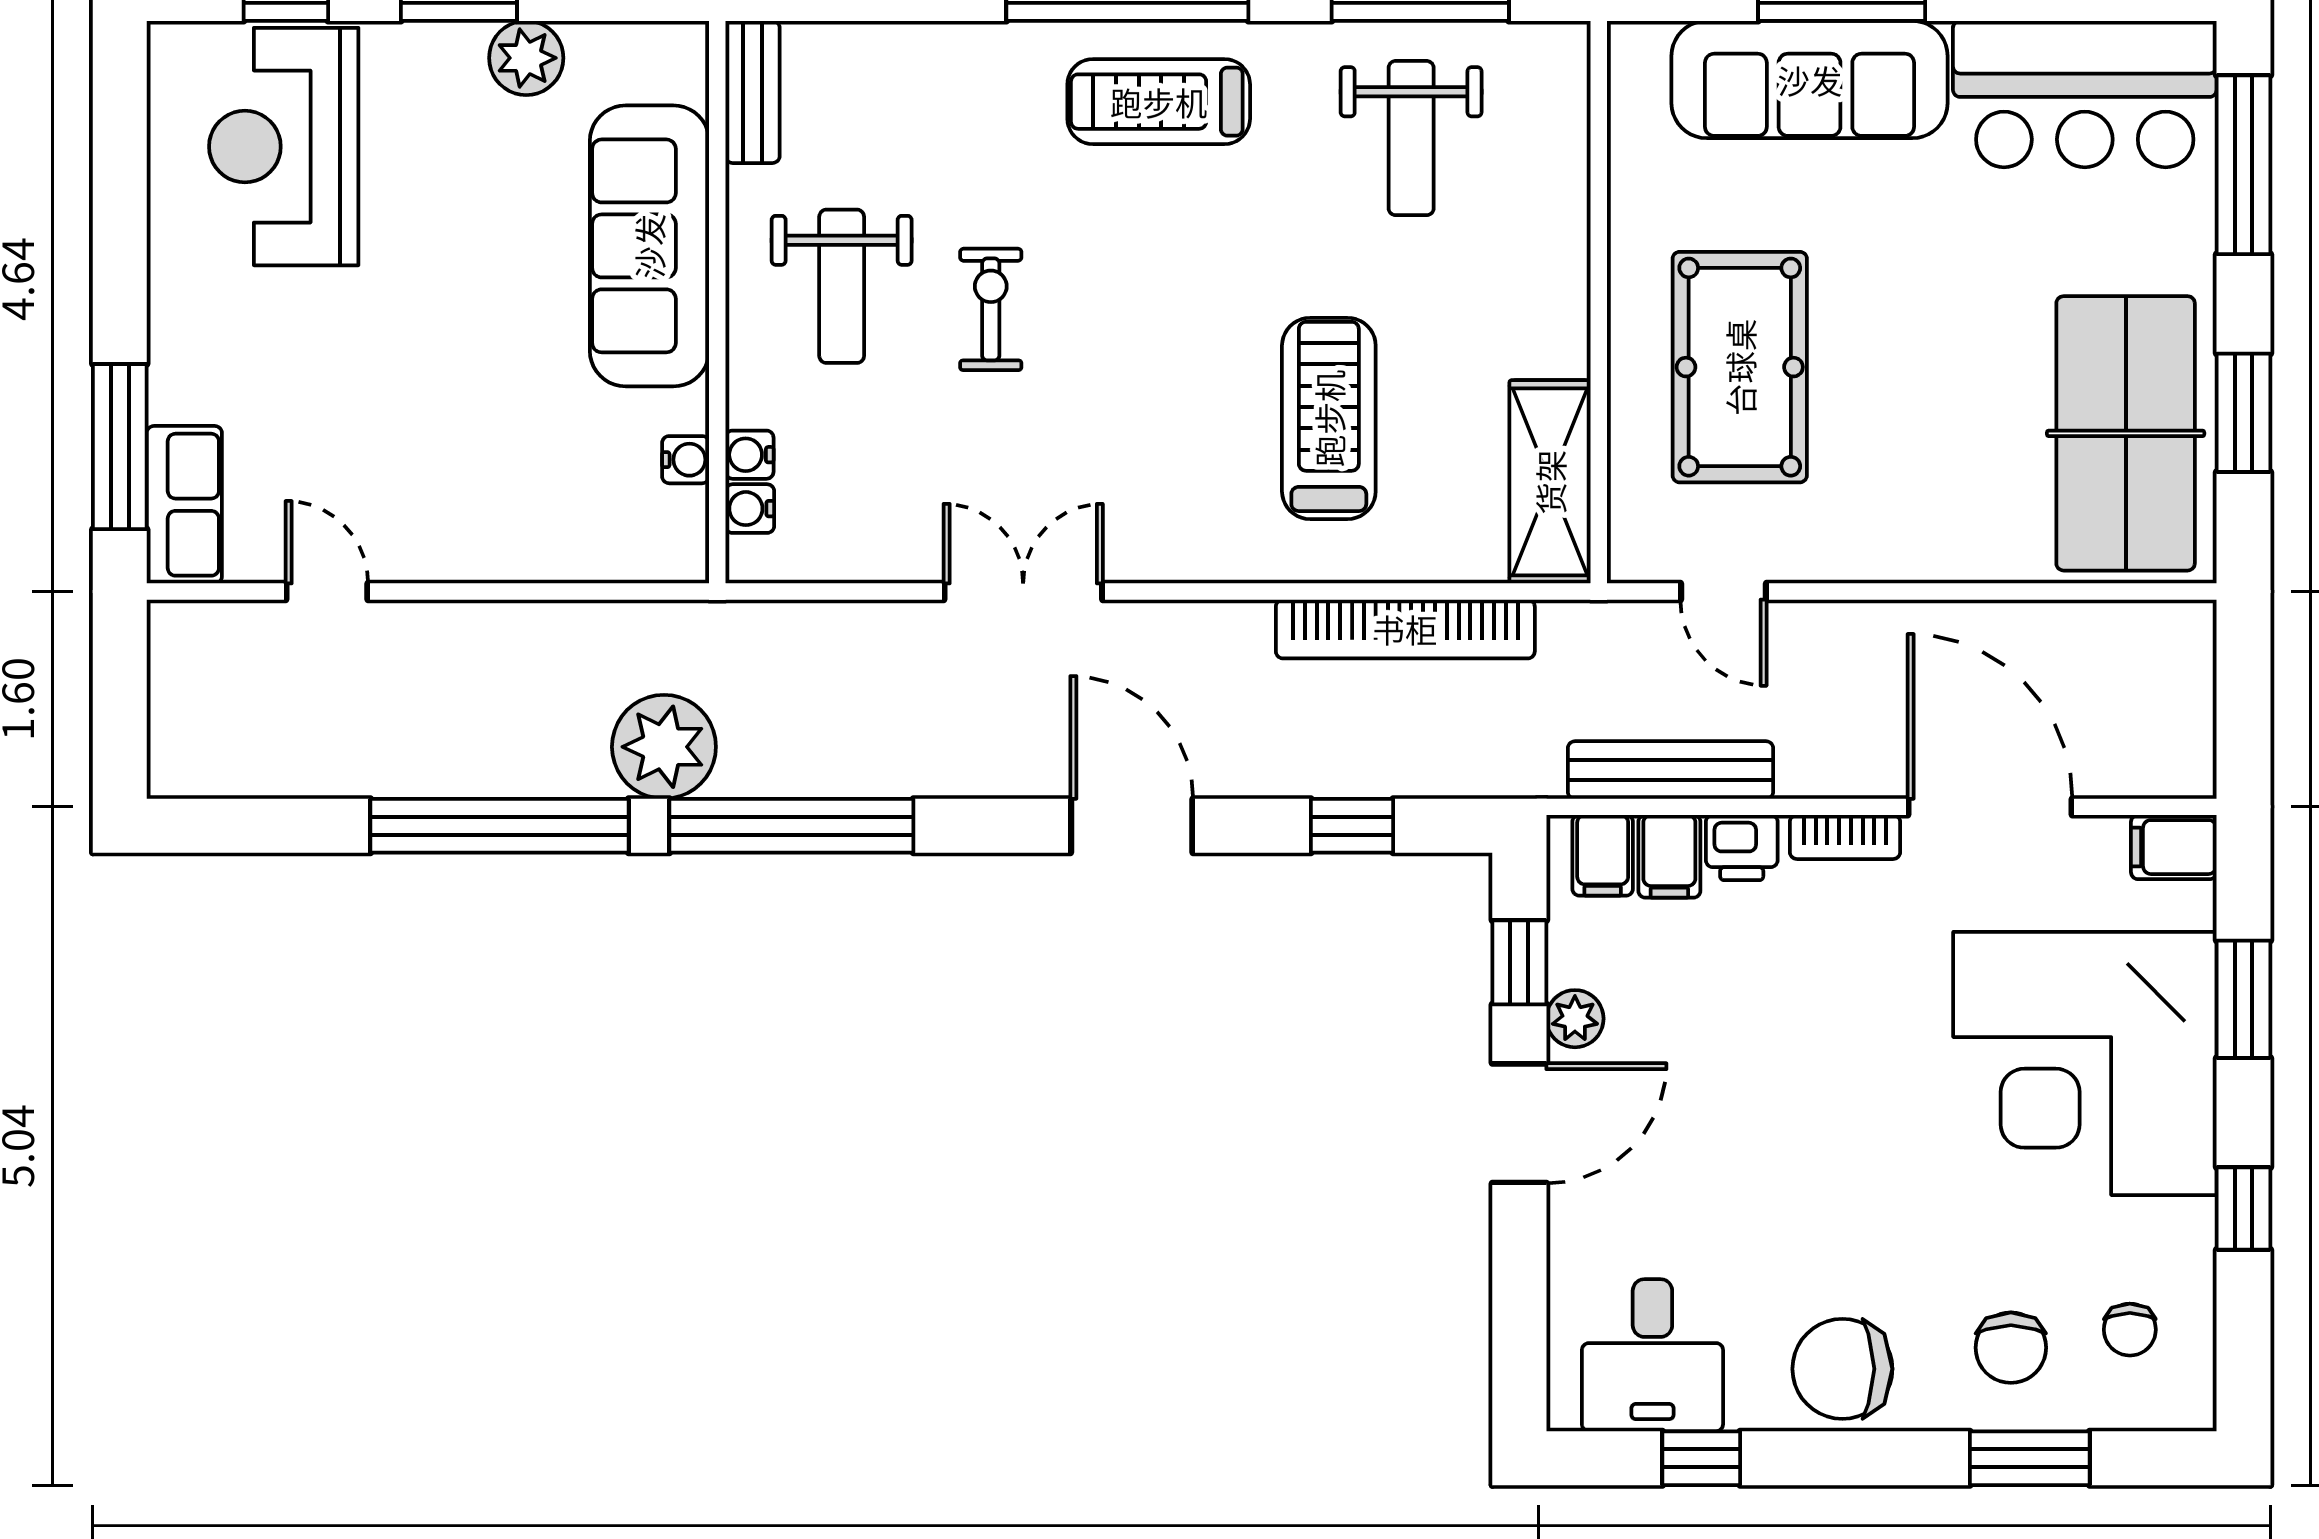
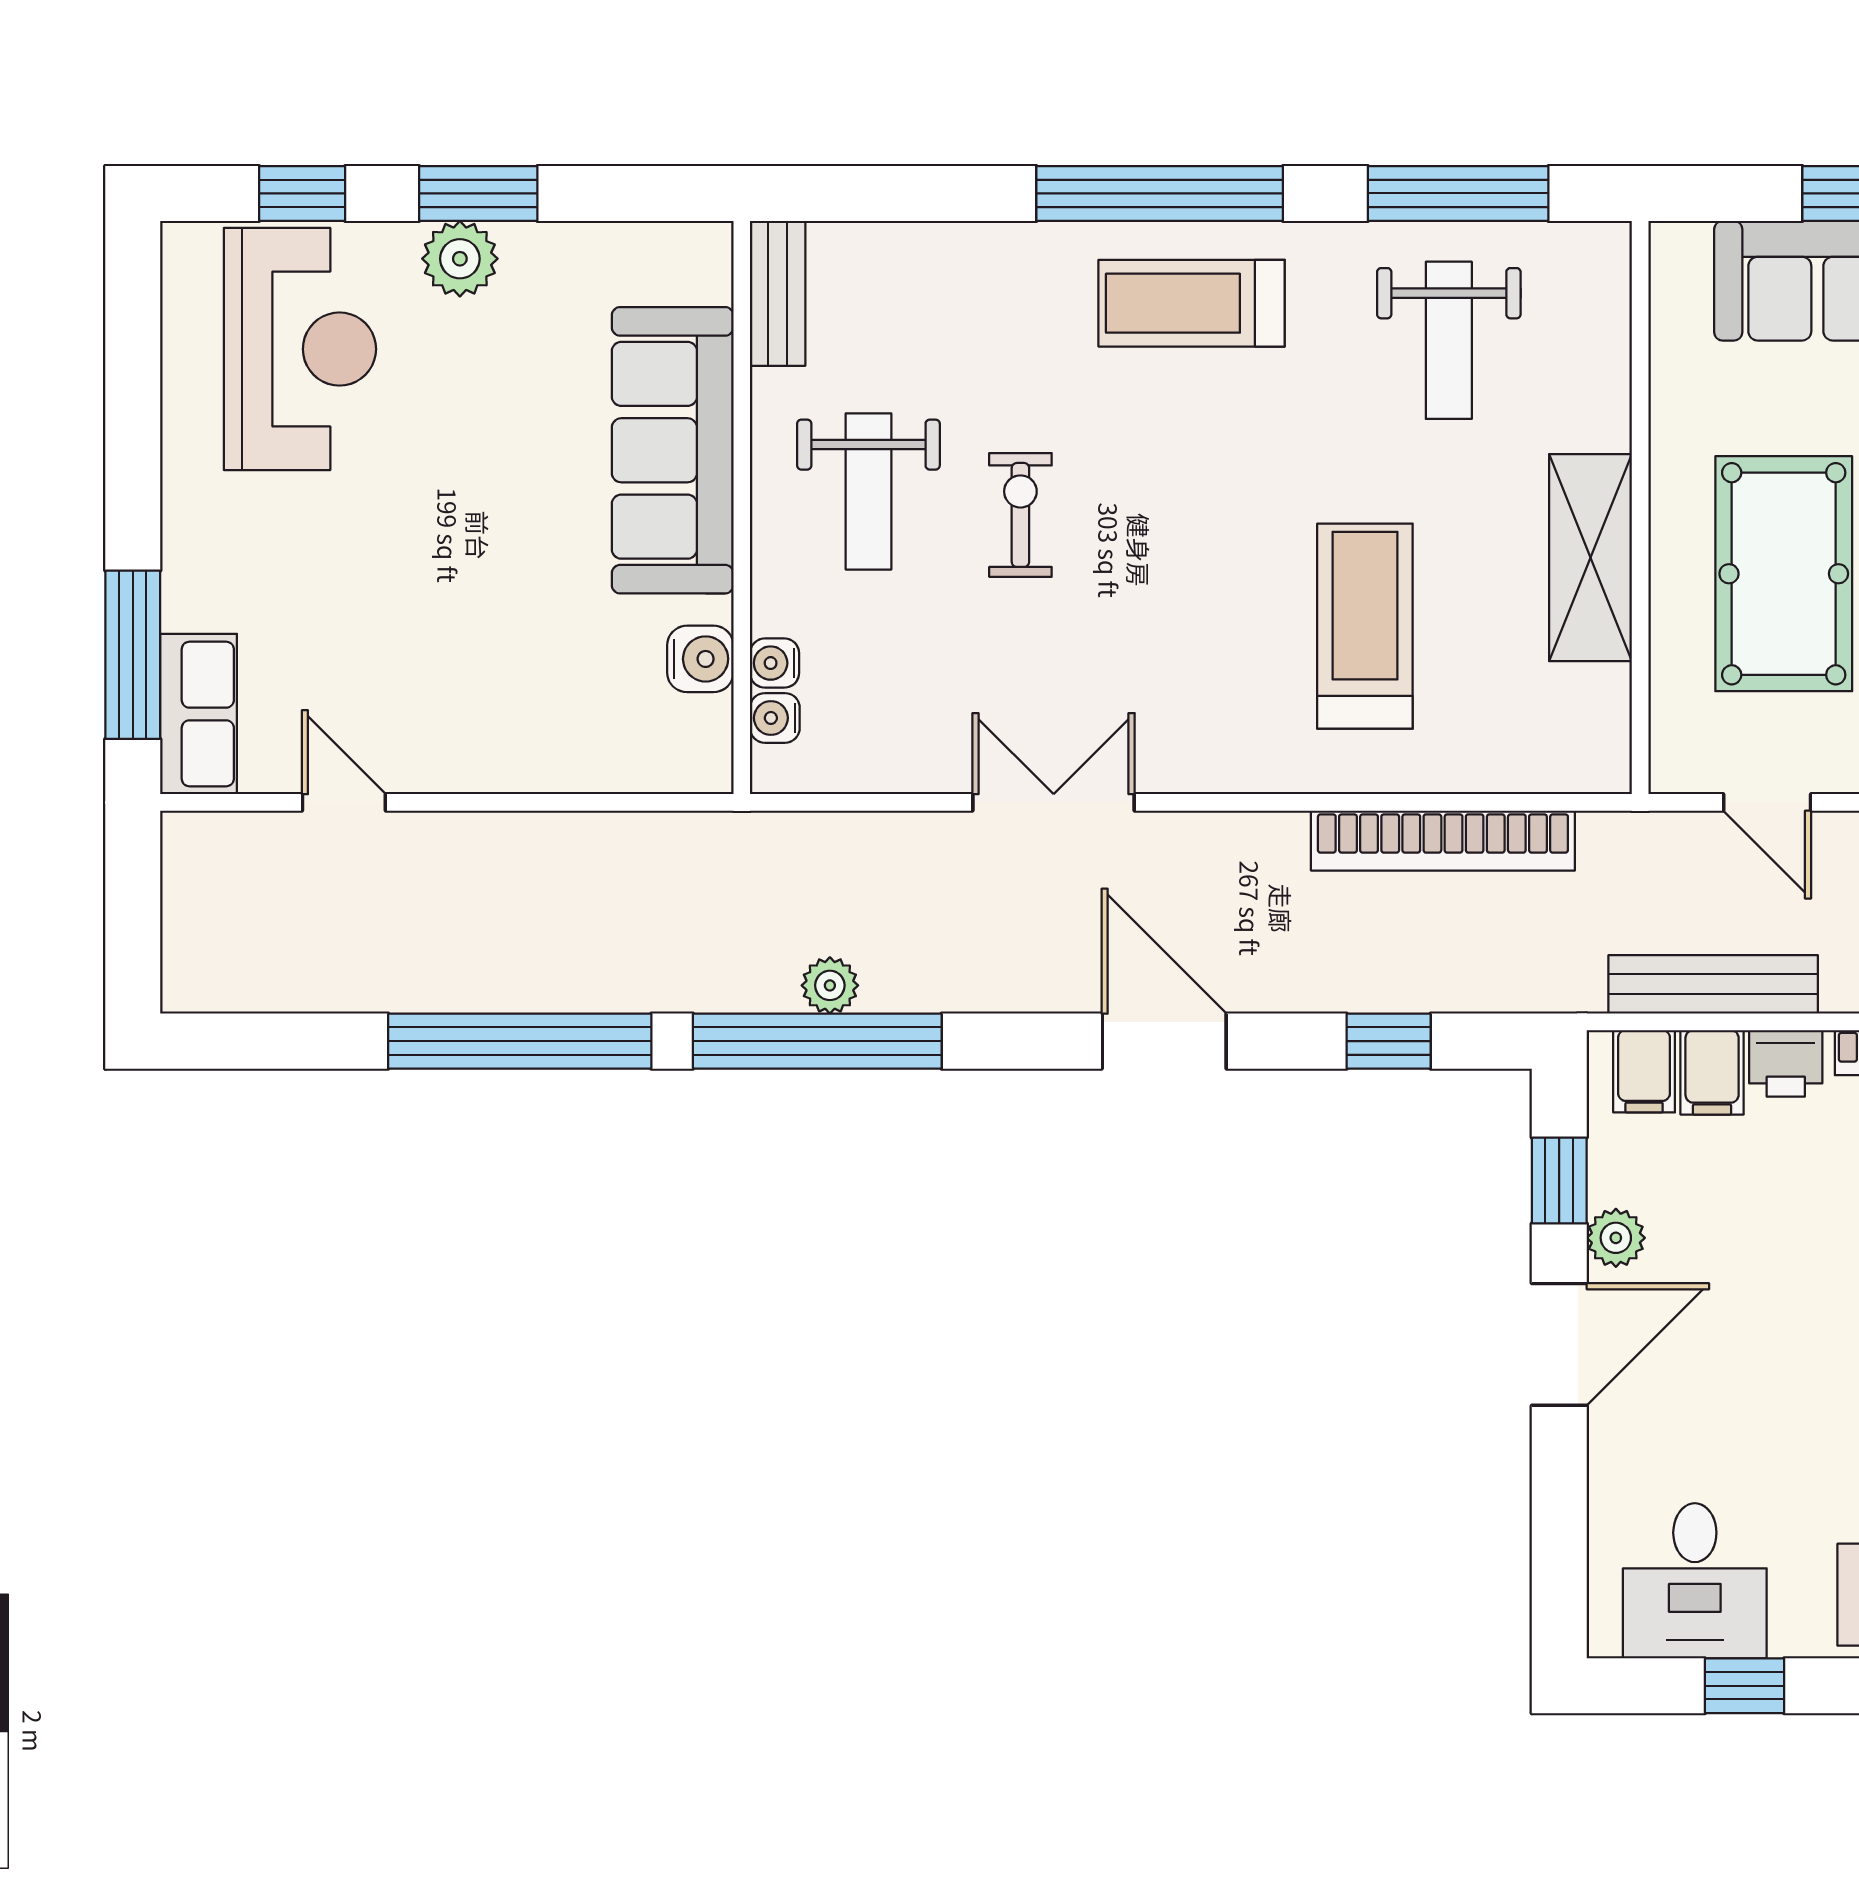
plant: (526, 58) -> (460, 259), moved
reception desk: (284, 147) -> (300, 349), turned 180
water cooler: (686, 460) -> (700, 659), width x1.38, depth x1.38
shelving: (1550, 482) -> (1590, 558), moved
plant: (664, 747) -> (830, 985), moved, width x0.53, depth x0.53

